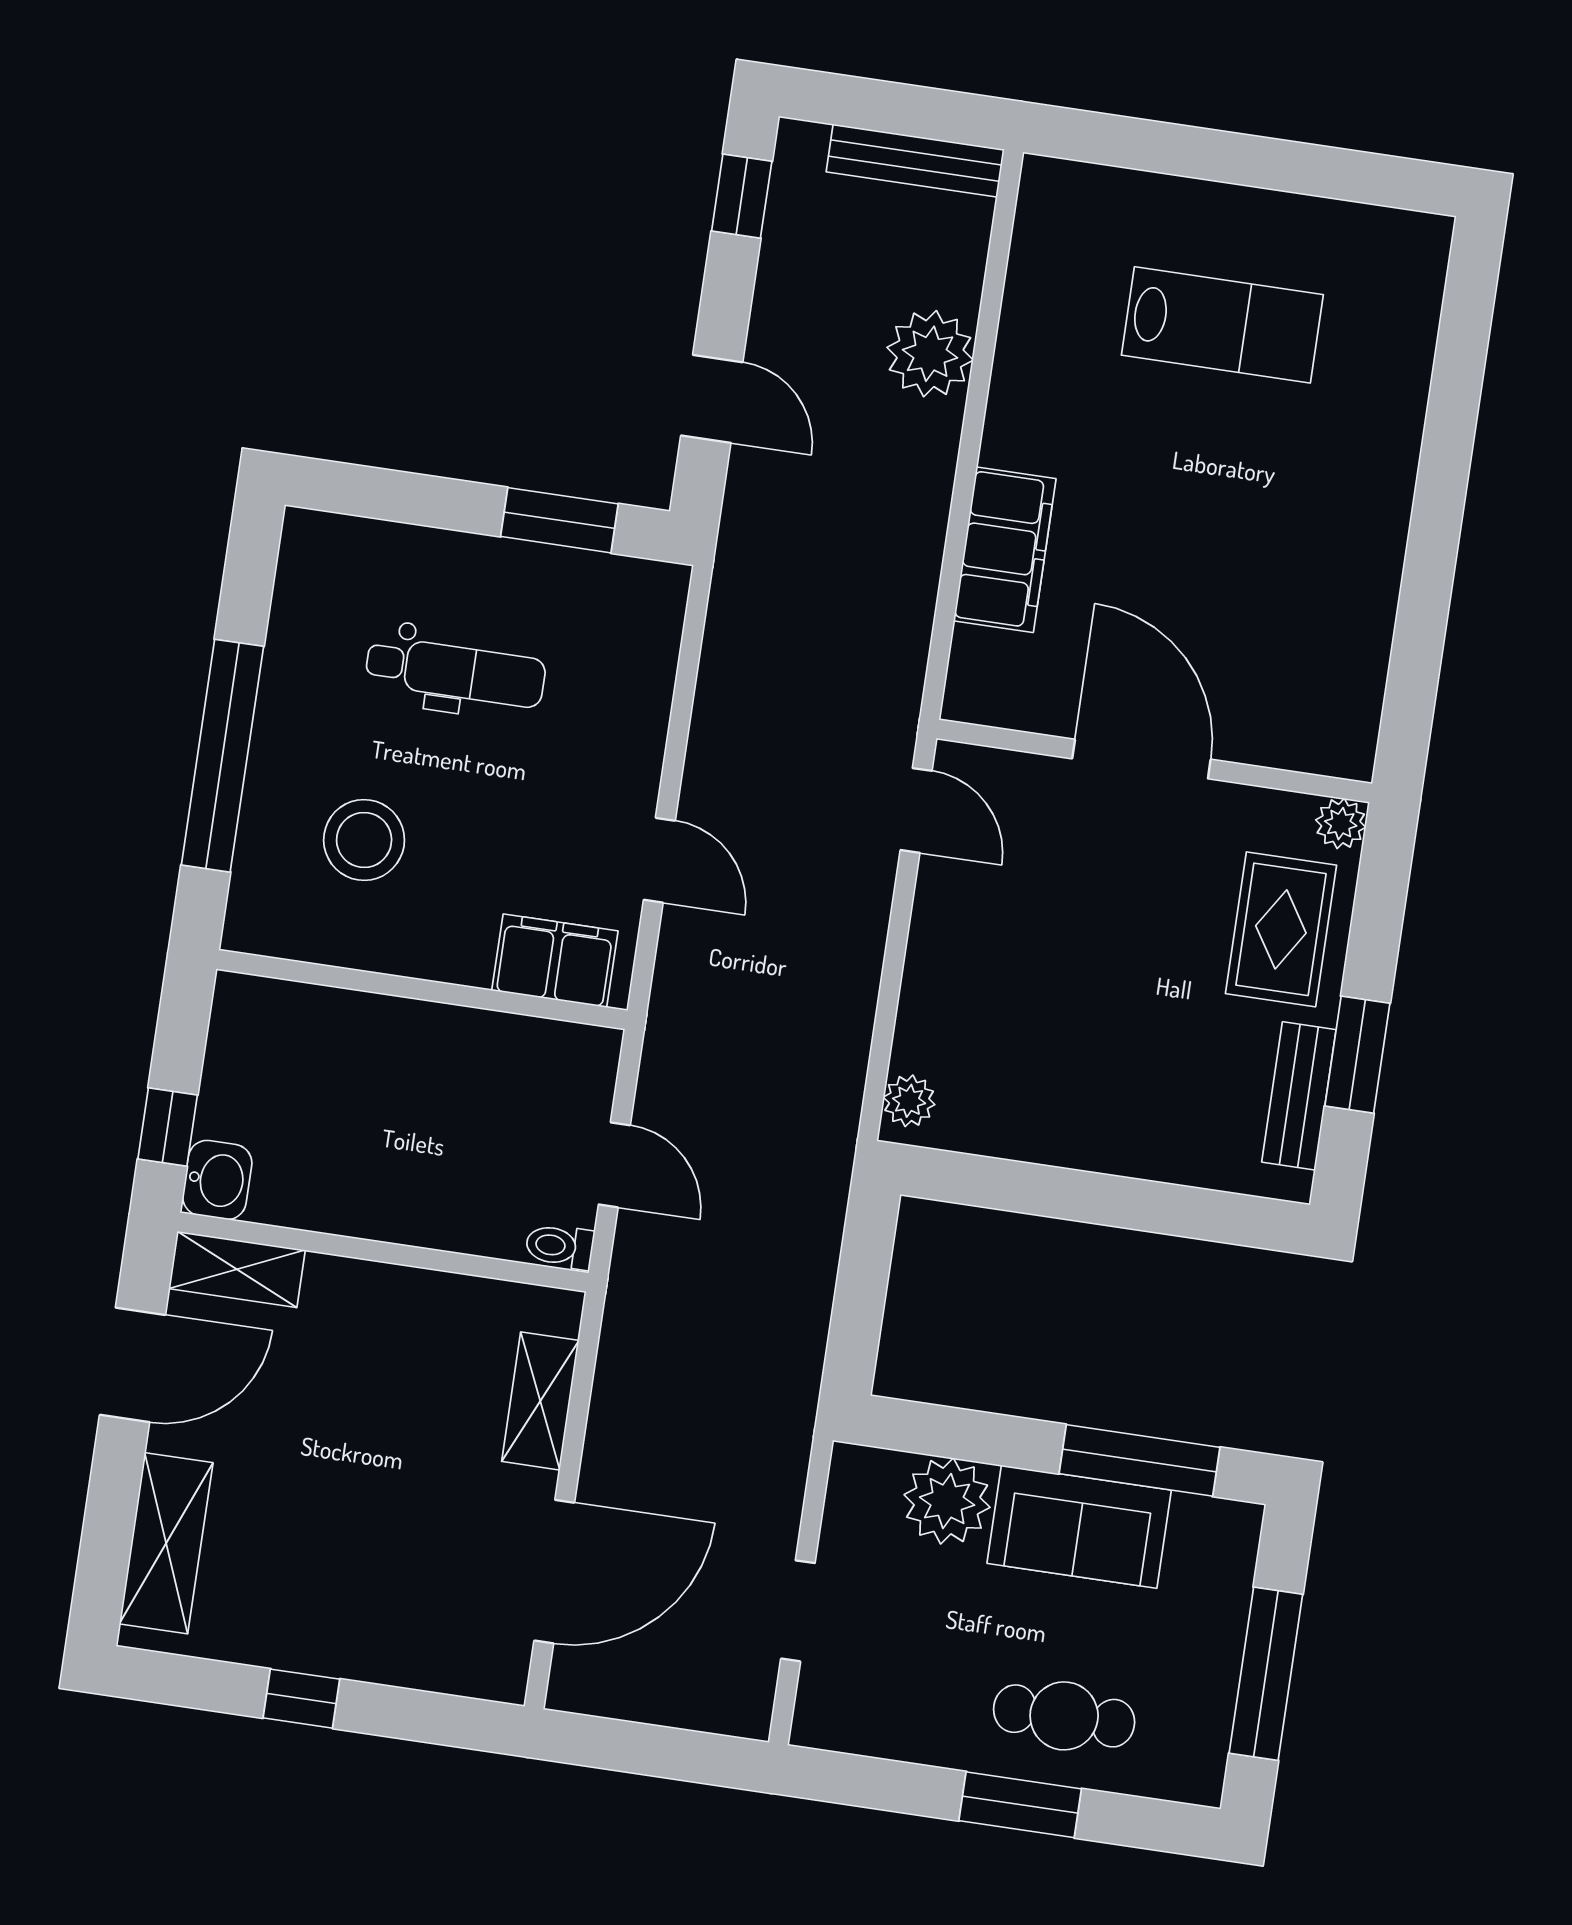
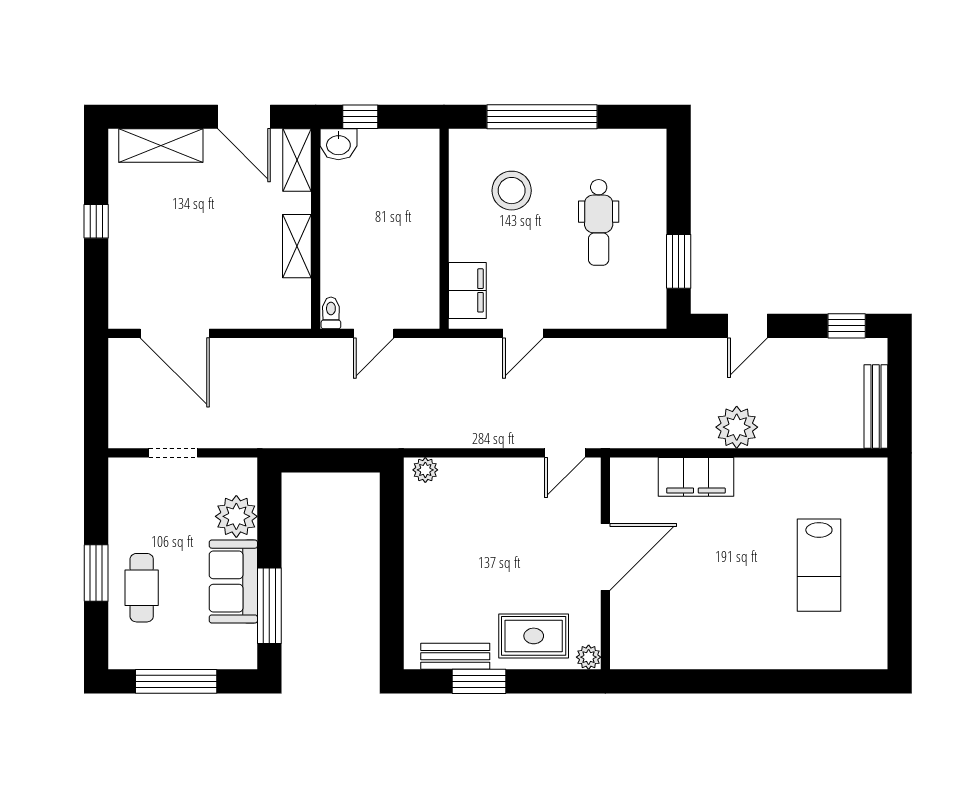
plant: (930, 354) -> (737, 427), moved
shelving: (540, 1401) -> (297, 246), moved, turned 90

